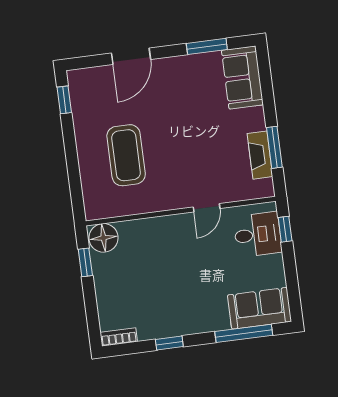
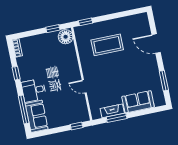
sofa: (242, 78) -> (138, 102), moved
window: (64, 100) -> (86, 22), moved
desk: (258, 234) -> (34, 90), moved, turned 90

